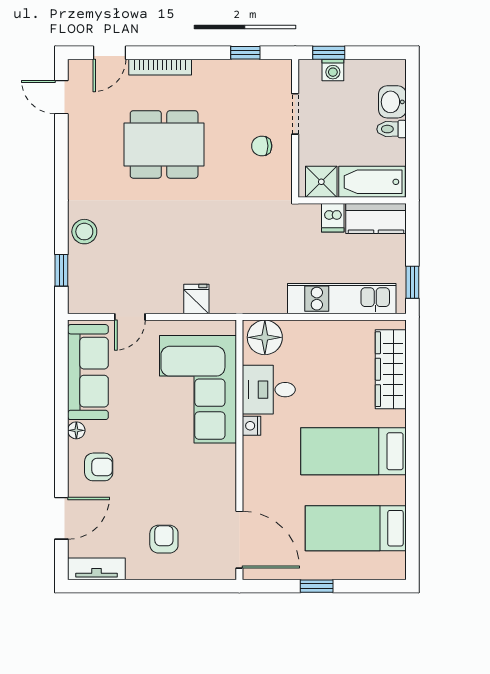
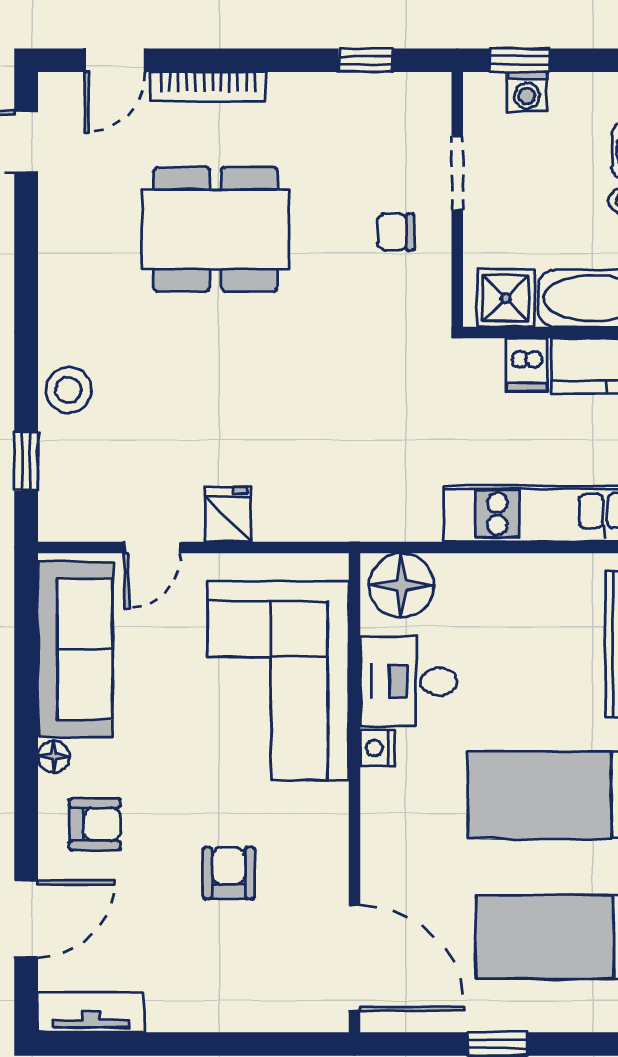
fridge: (196, 299) -> (228, 514), moved
armchair: (164, 539) -> (229, 873), moved

